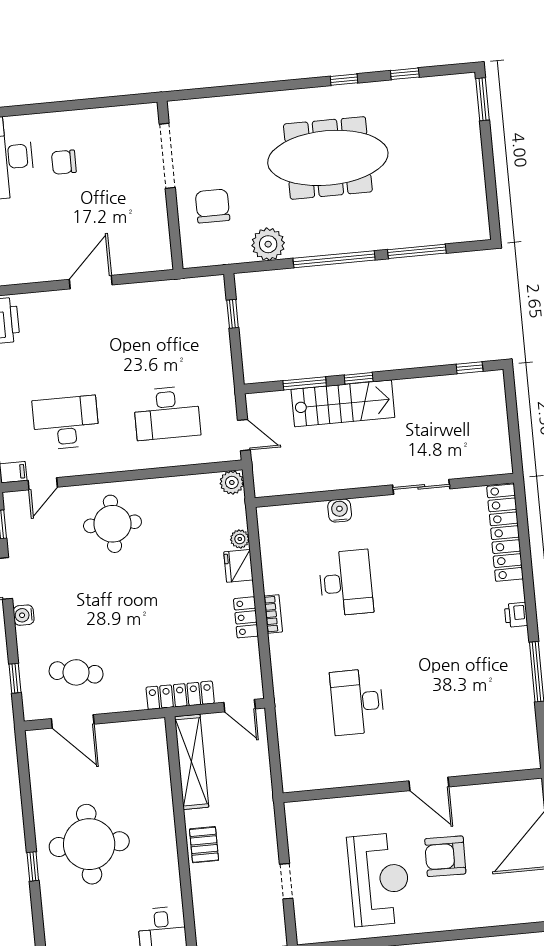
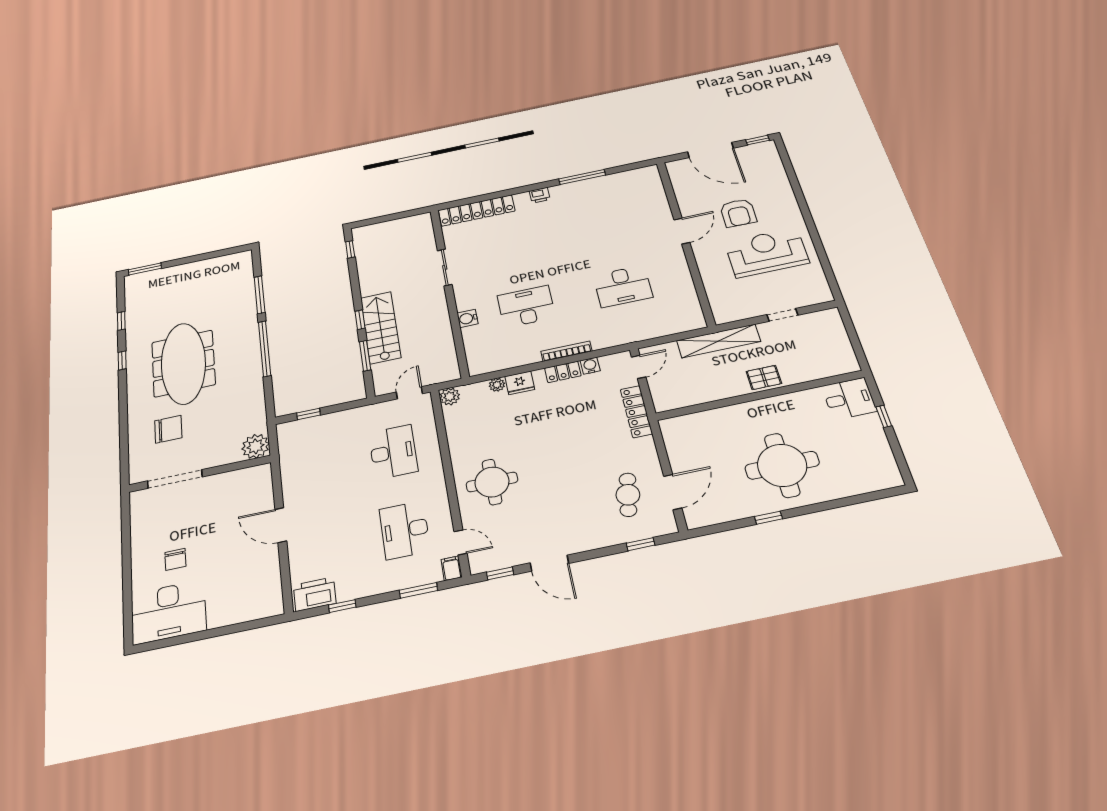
chair: (213, 206) -> (168, 429), moved, turned 180
plant: (268, 244) -> (256, 446), moved
bookcase: (273, 614) -> (566, 351), width x1.56
water cooler: (24, 615) -> (590, 366), moved, turned 180
shelving: (192, 762) -> (719, 341), moved
window: (33, 866) -> (768, 518), moved

